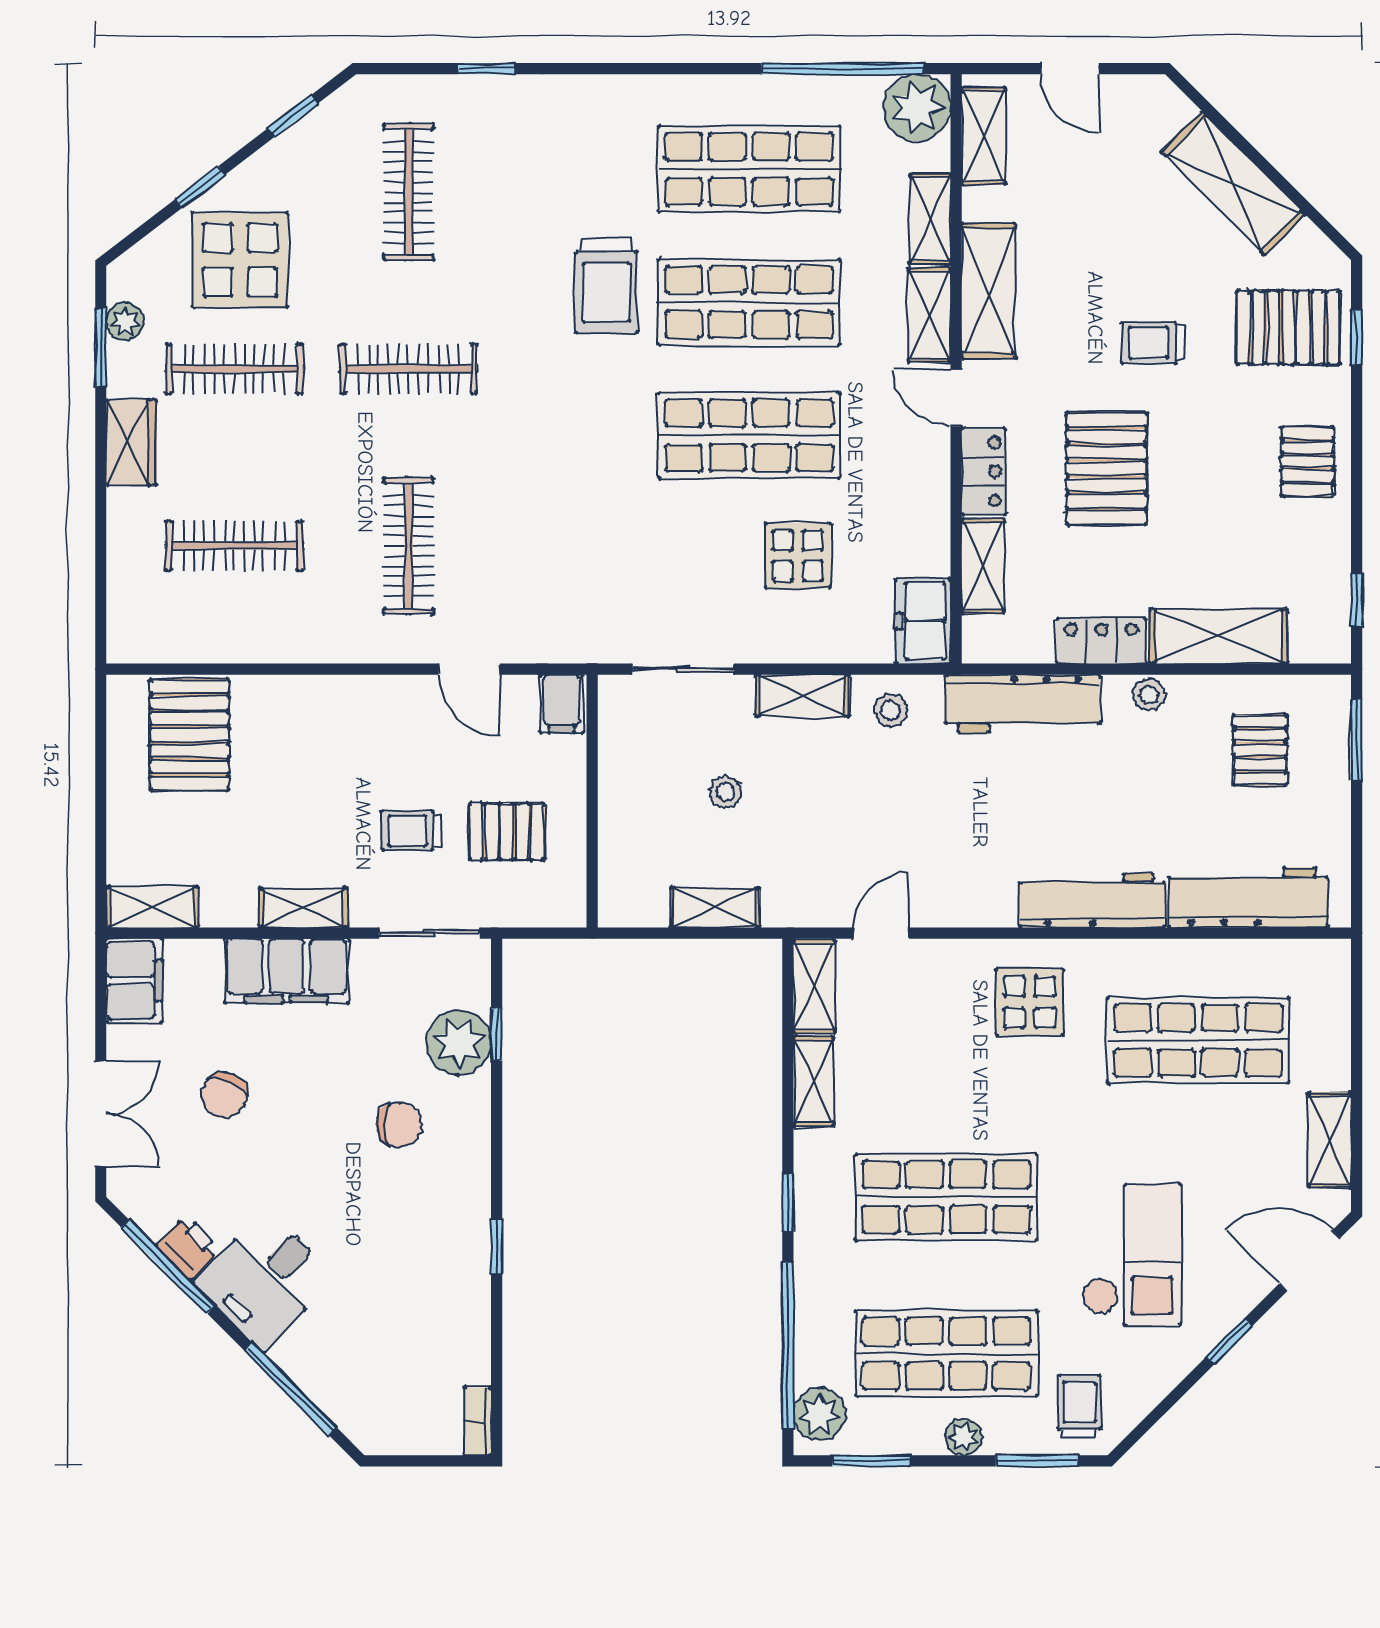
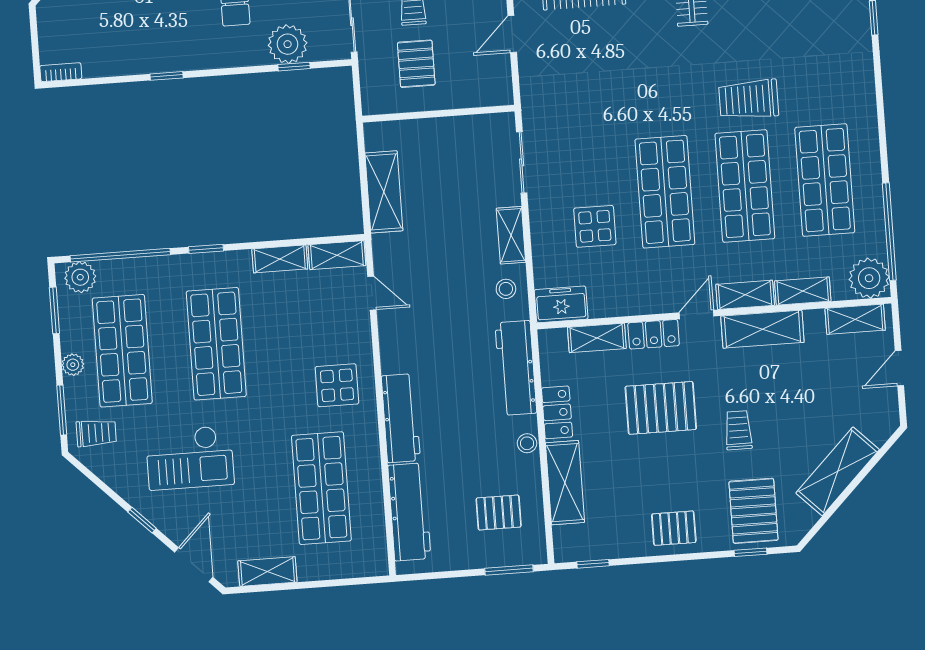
filing cabinet: (562, 704) -> (496, 91), removed
stool: (725, 792) -> (450, 193), removed
shelving: (715, 908) -> (384, 192), width x1.50, depth x1.33

